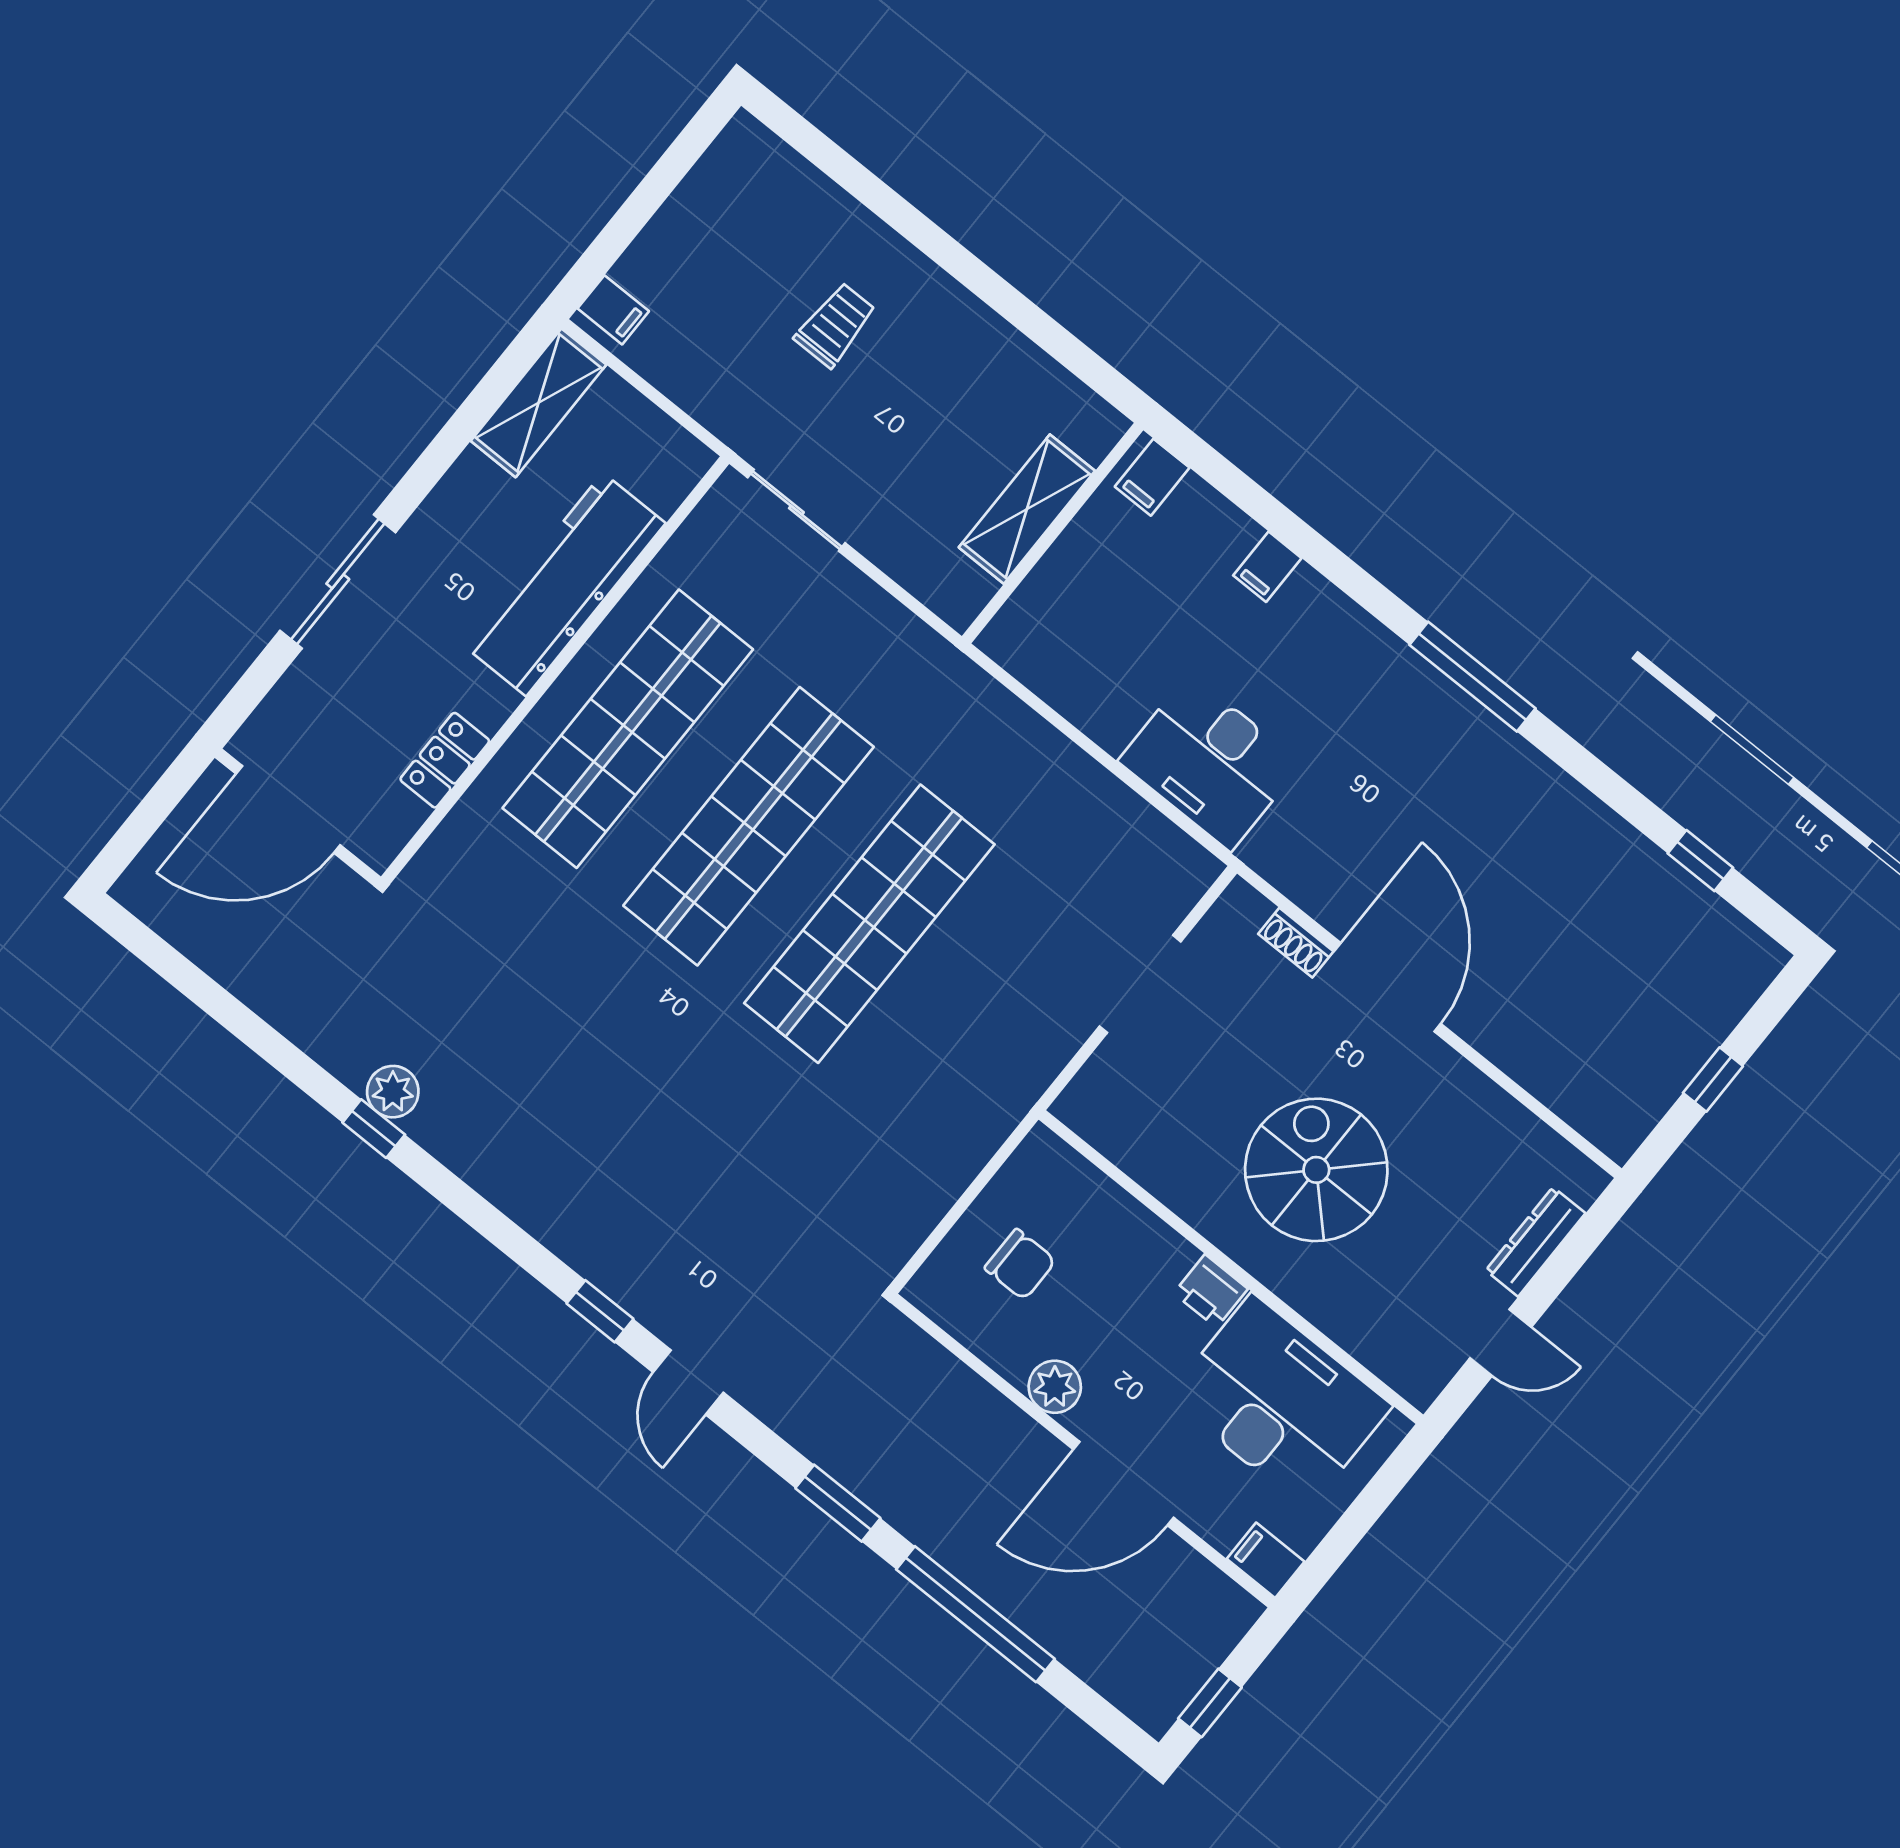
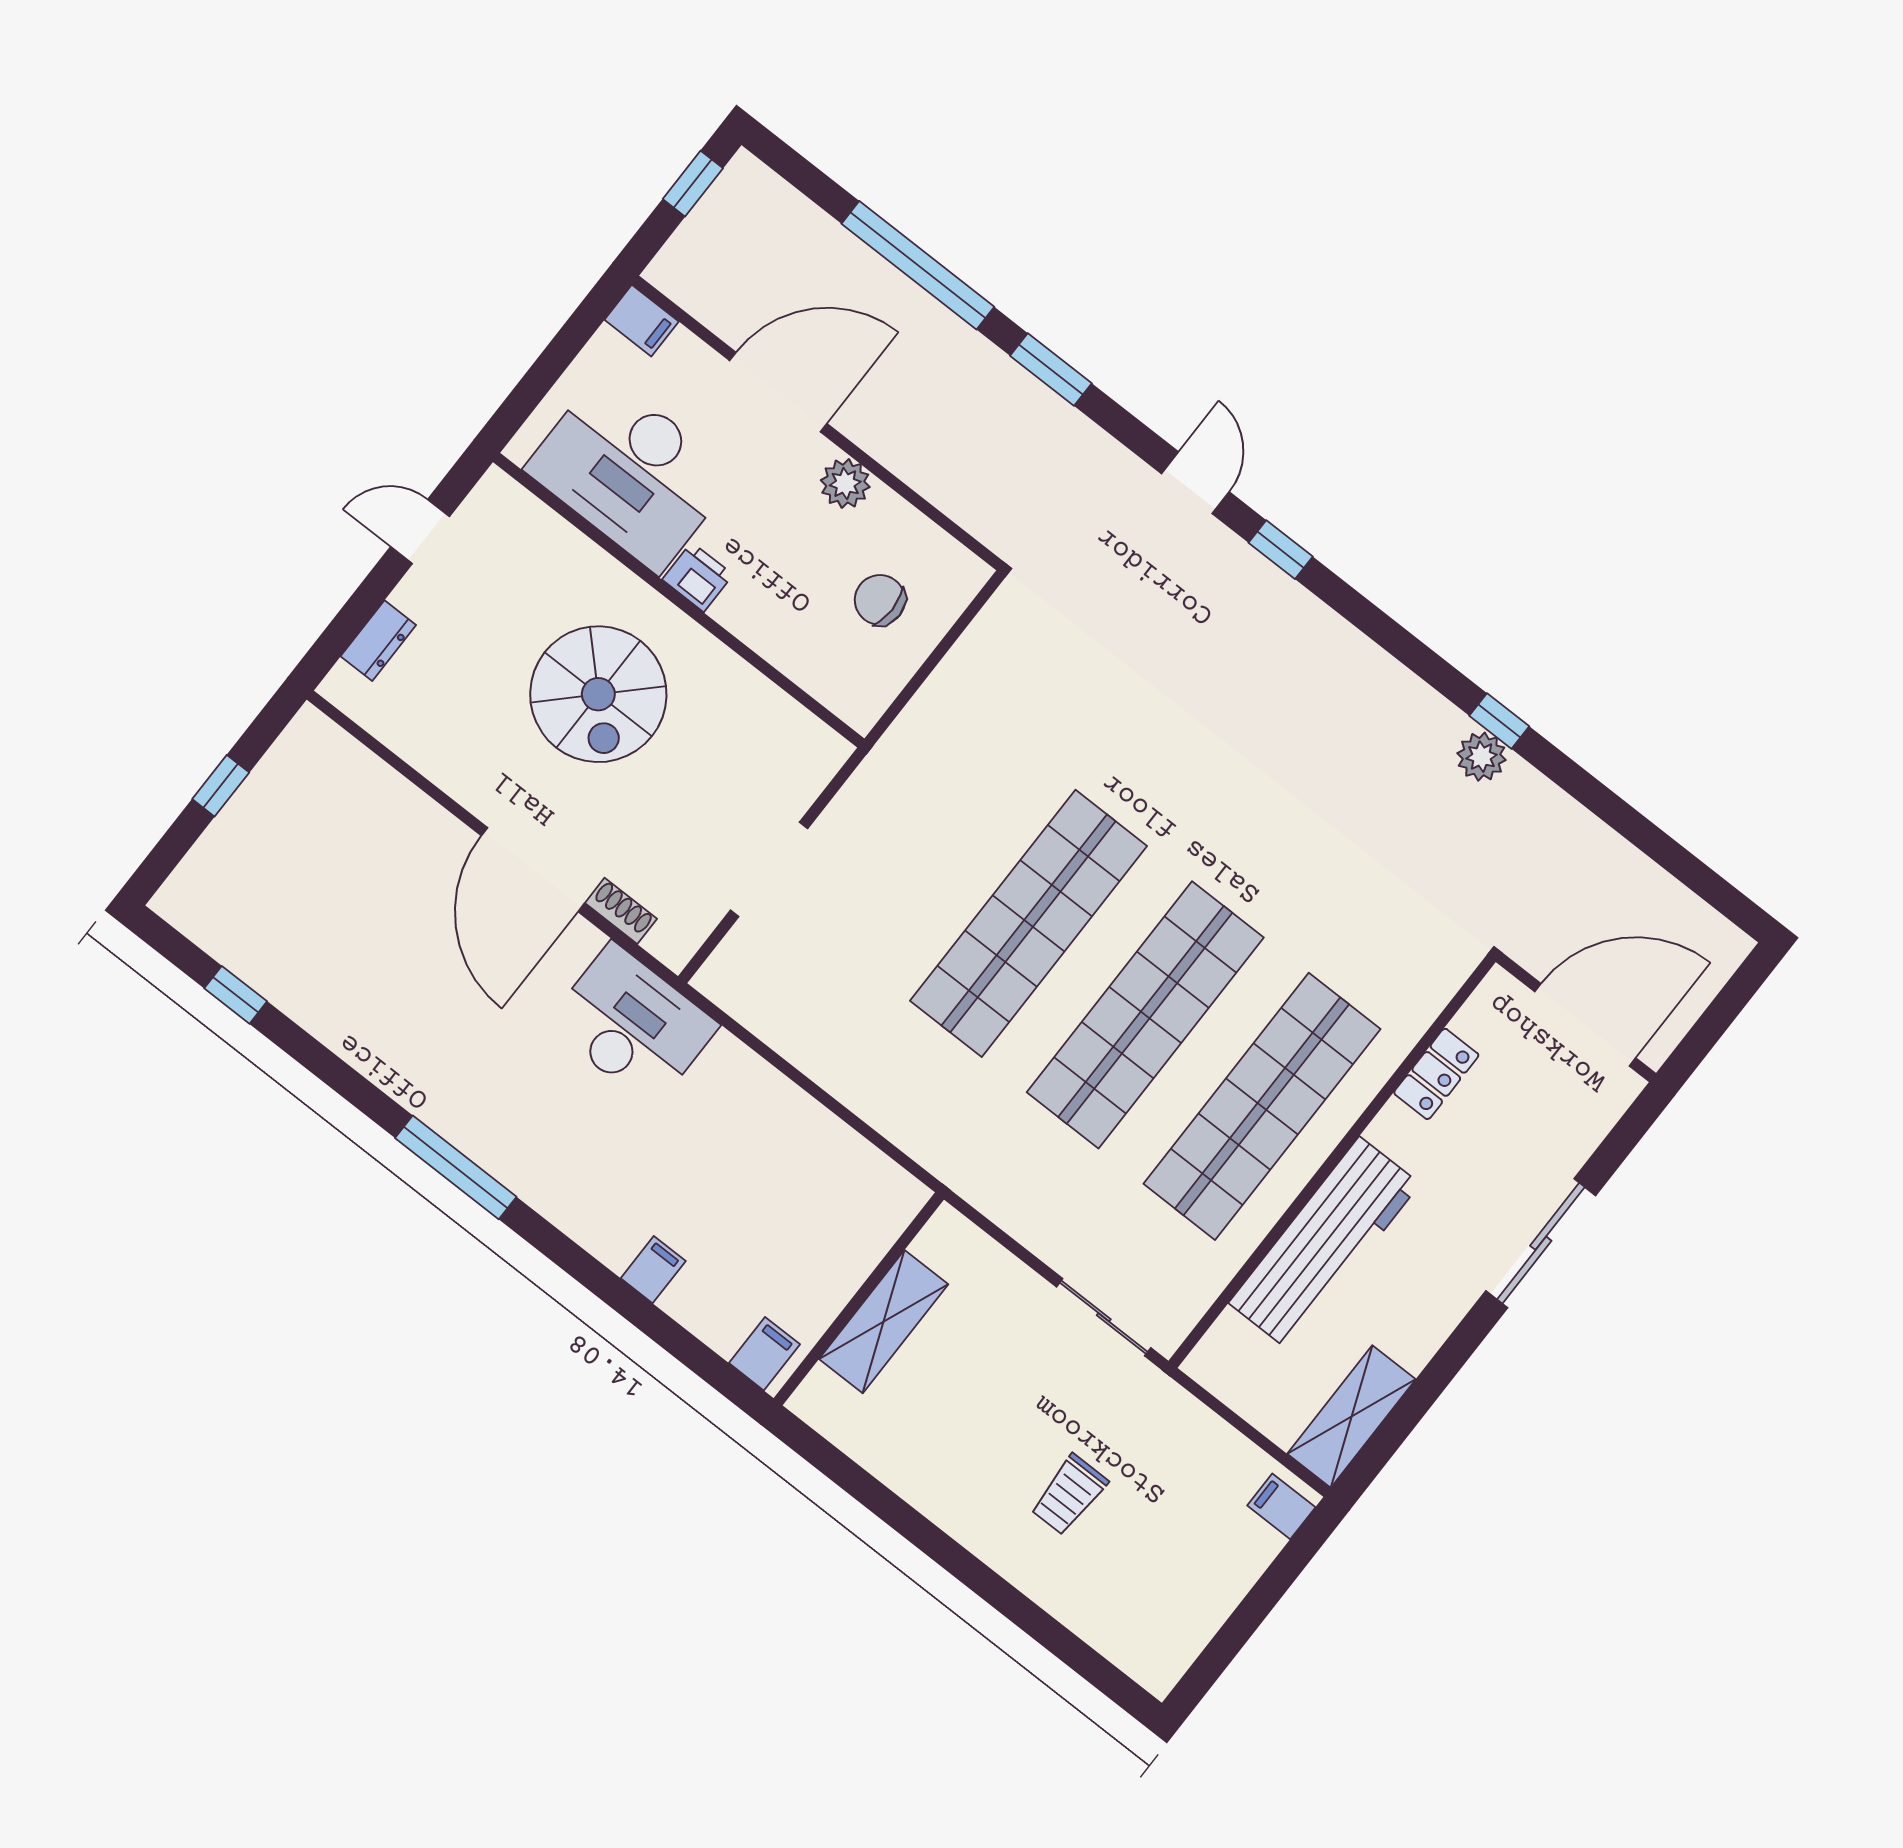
desk: (1210, 762) -> (632, 1025), moved
dresser: (1536, 1242) -> (378, 641), width x0.70

